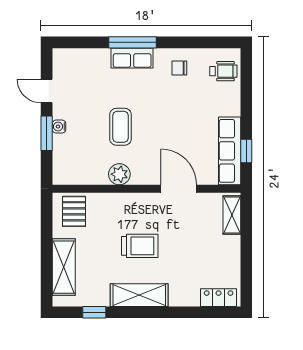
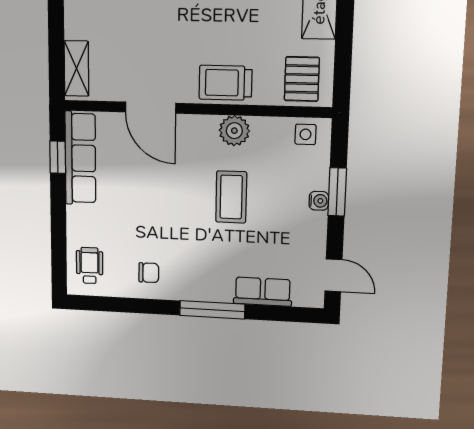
row of seats: (132, 58) -> (263, 292), moved
wheelchair: (223, 71) -> (90, 266), turned 90
door: (47, 91) -> (333, 275), moved
side table: (70, 173) -> (305, 134), added
trolley: (140, 246) -> (225, 83), moved

